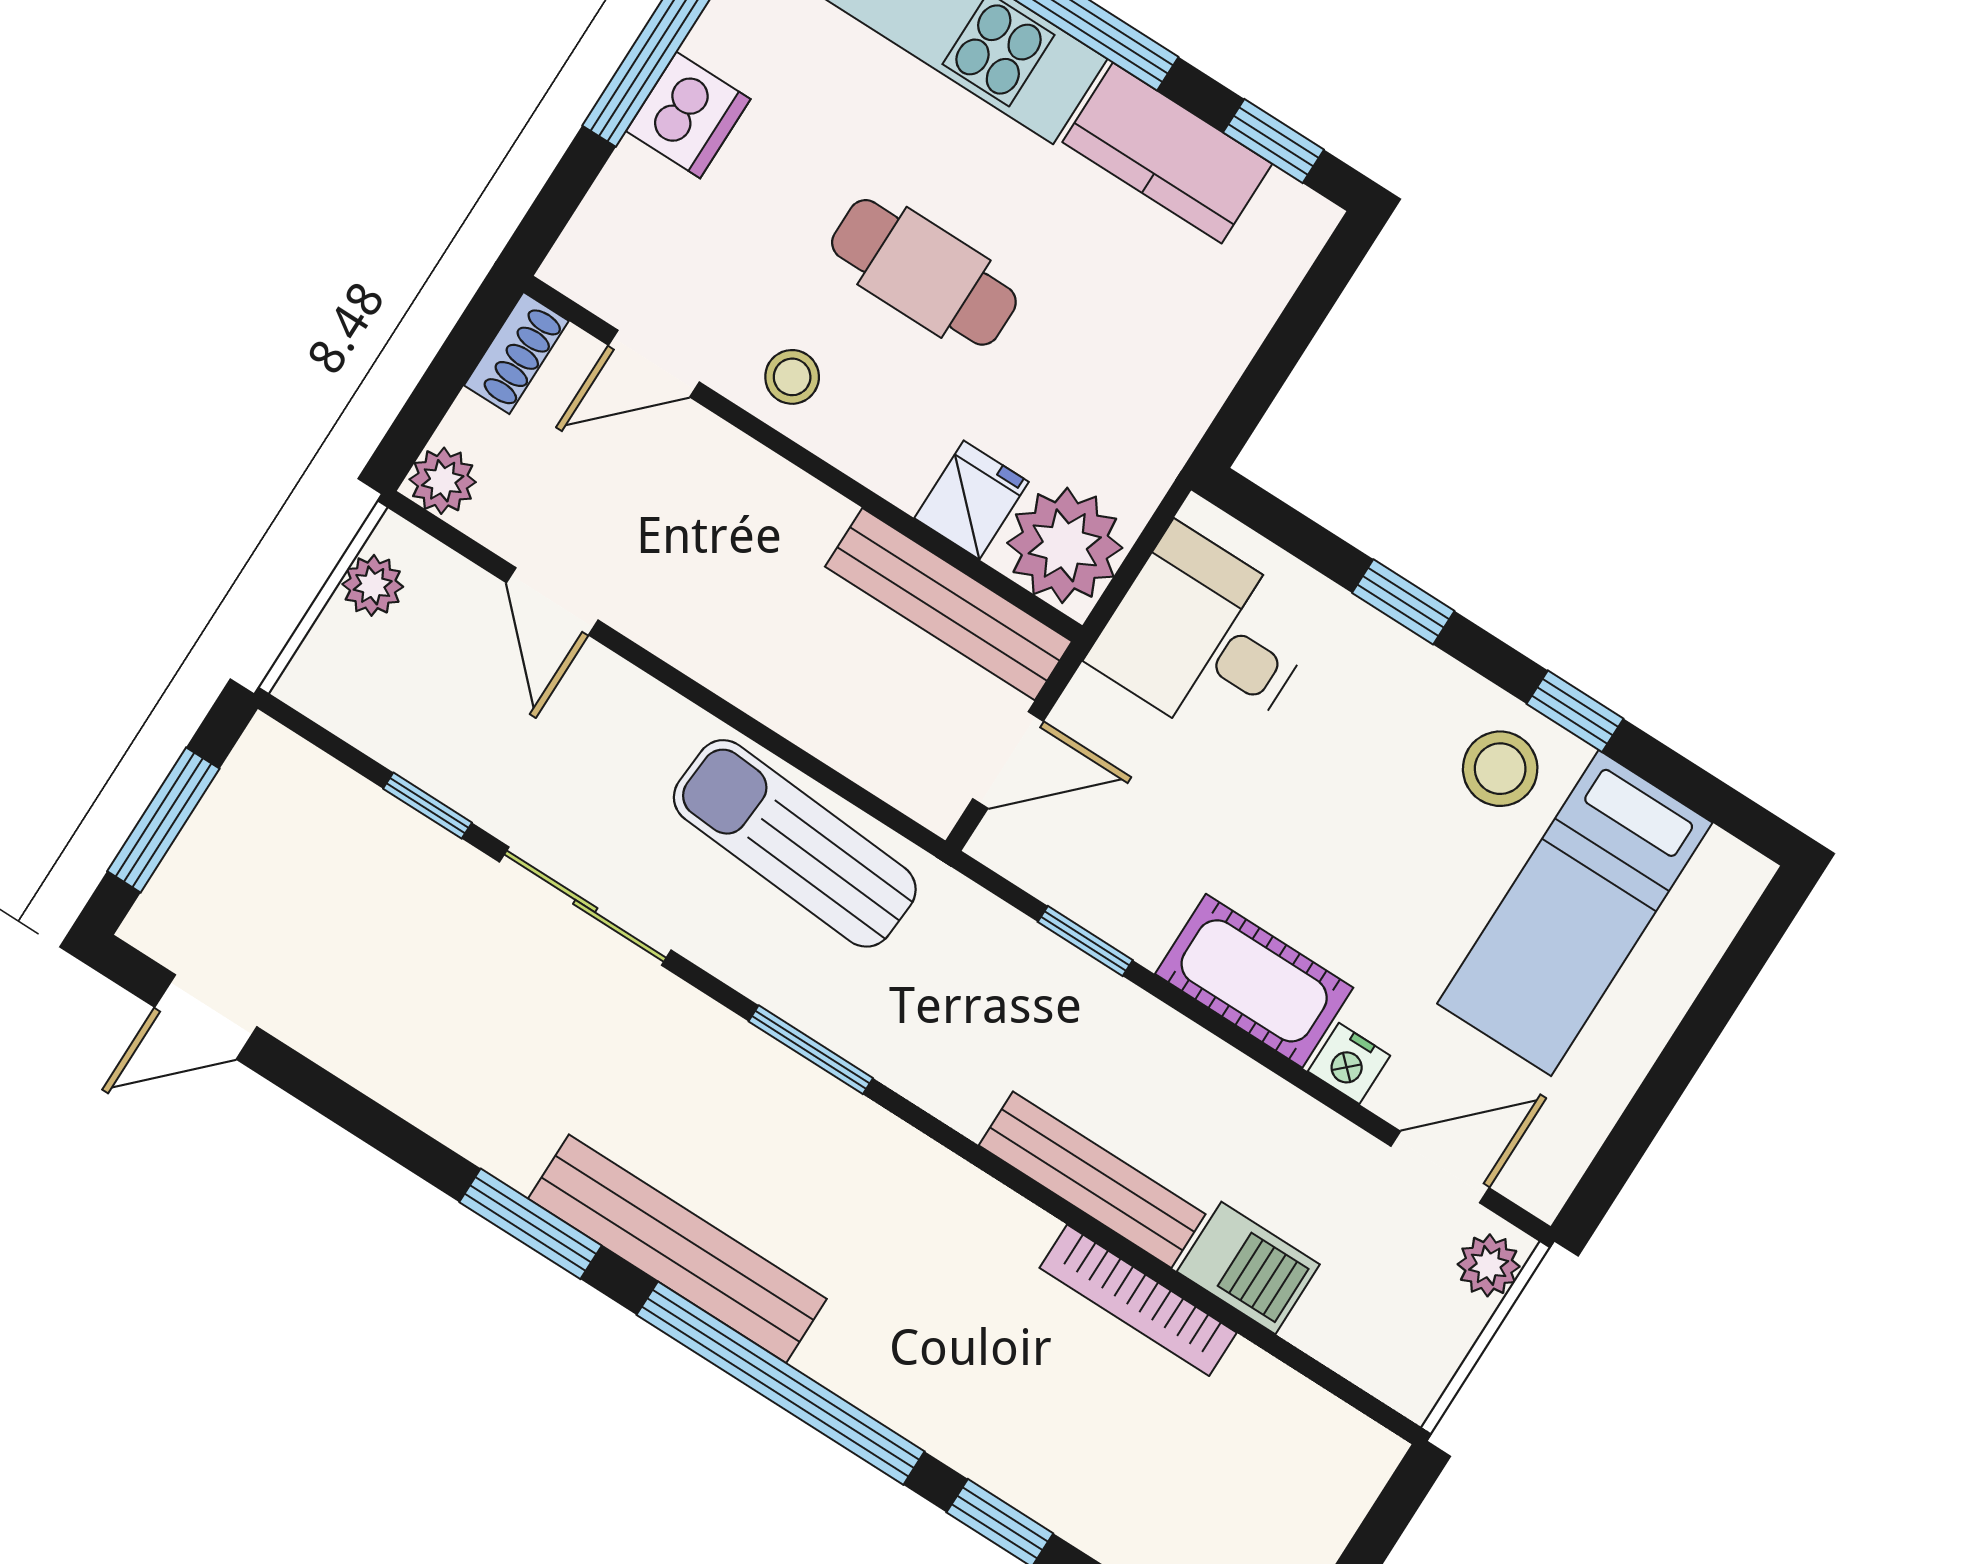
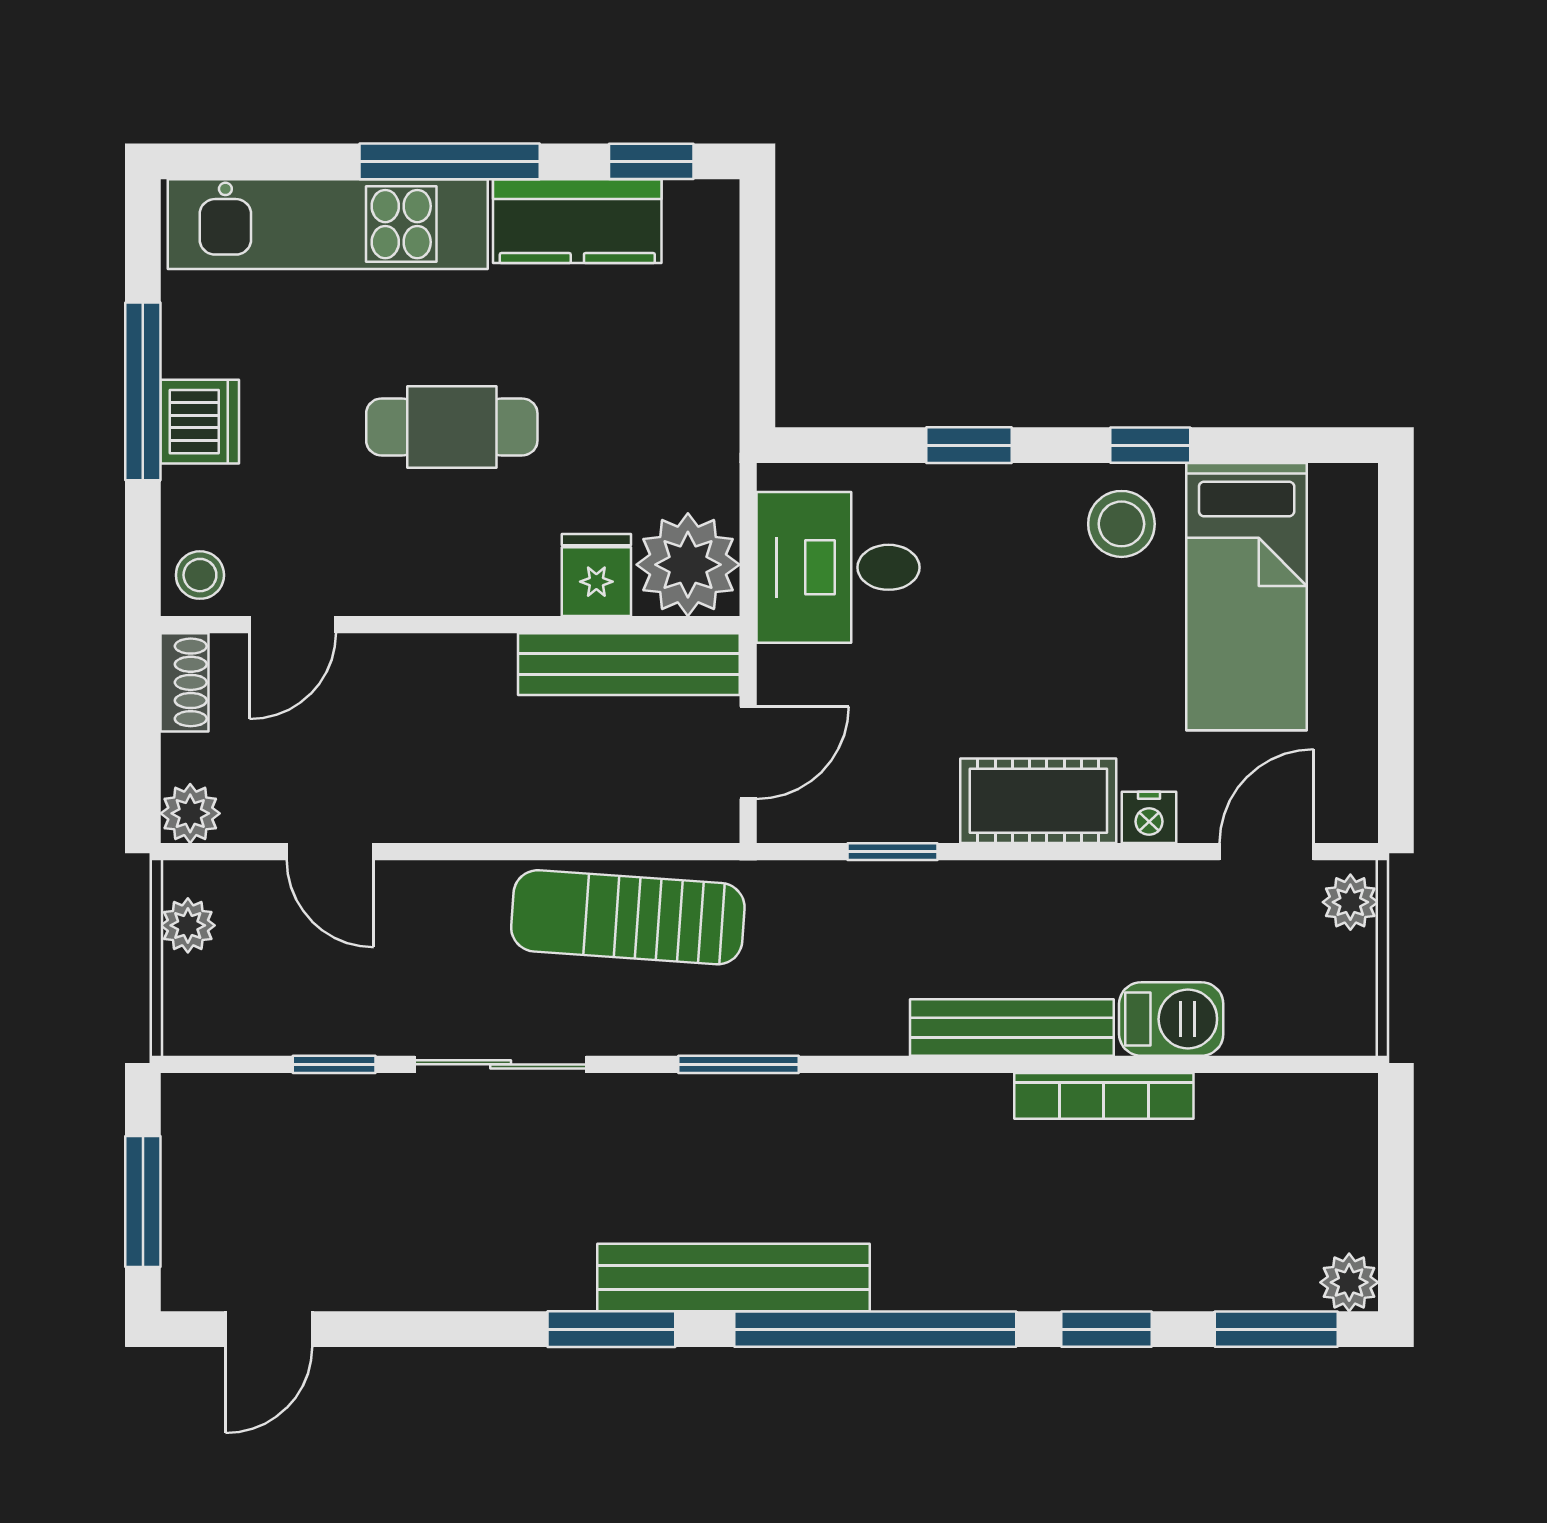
stool: (792, 377) -> (200, 575), moved

